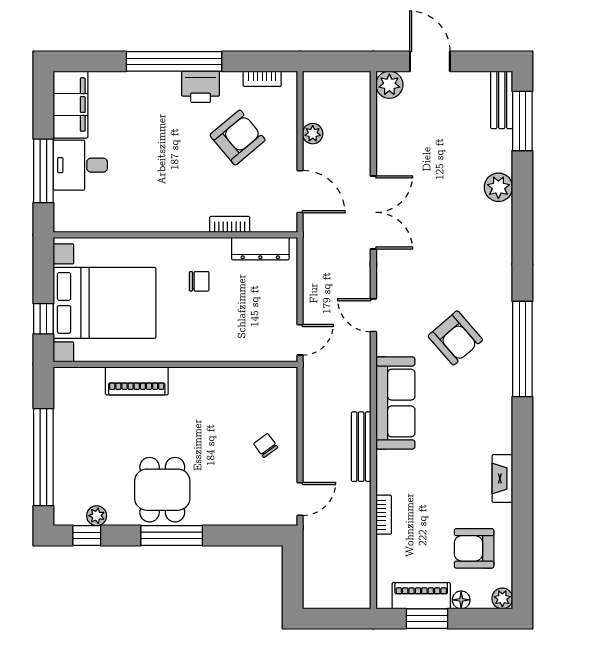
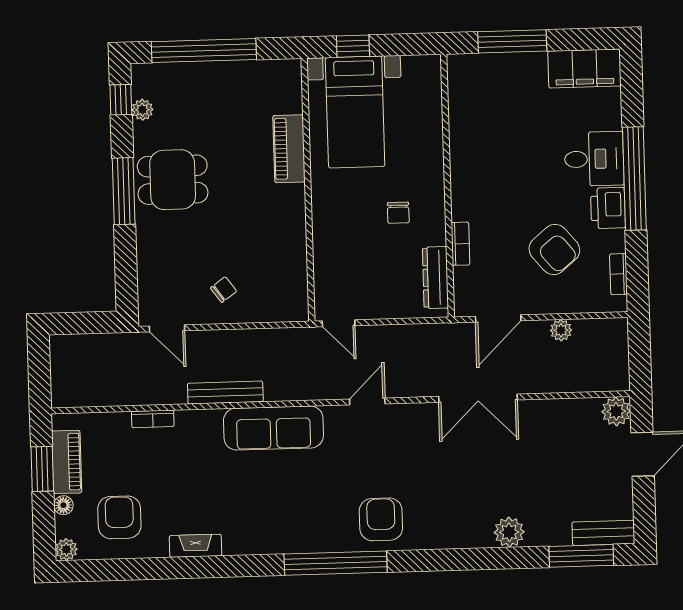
desk: (80, 165) -> (594, 159), moved, turned 90
bed with nightstands: (105, 303) -> (355, 112), width x0.73
armchair: (455, 338) -> (381, 519), moved, turned 131

